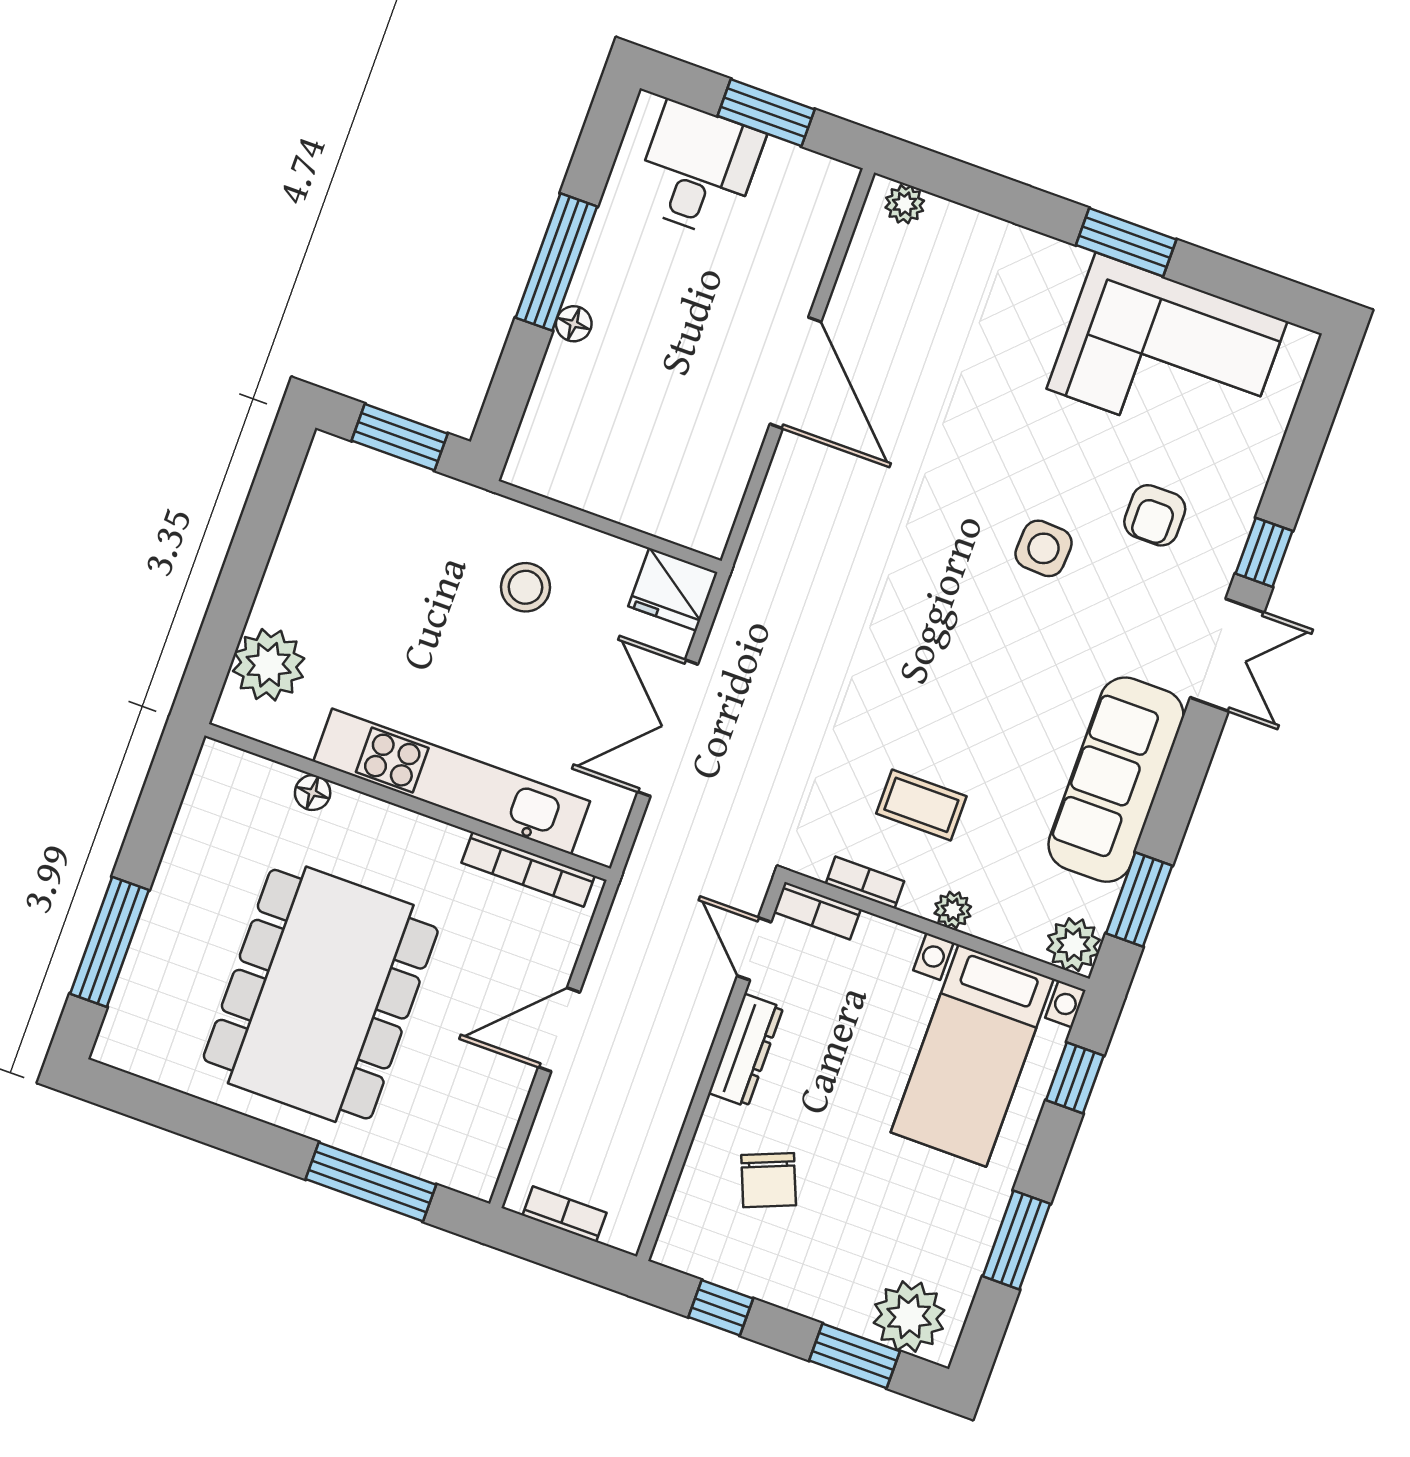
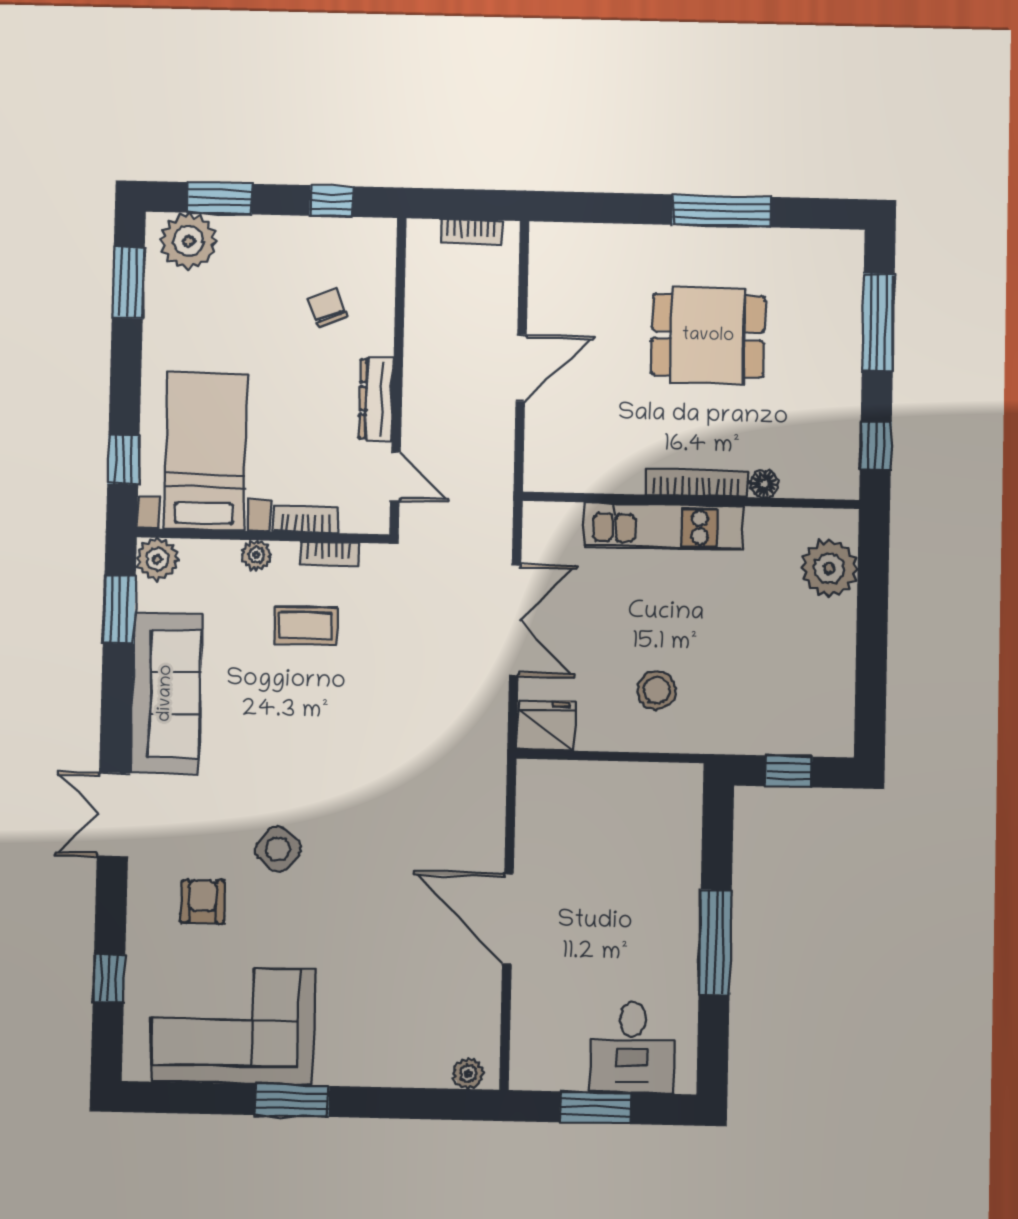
floor lamp: (574, 324) -> (687, 900), removed
window: (400, 437) -> (789, 771), width x0.67
side table: (1044, 548) -> (278, 849), turned 36
window: (1264, 552) -> (109, 978), moved
kitchen unit: (452, 781) -> (663, 527), width x0.73
window: (163, 794) -> (876, 446), added
bookcase: (528, 869) -> (696, 483), moved
bookcase: (817, 911) -> (306, 520), moved
dining table: (321, 994) -> (708, 336), width x0.53, depth x0.80
chair: (769, 1180) -> (327, 308), width x0.73, depth x0.73
window: (371, 1182) -> (722, 211), moved
window: (1016, 1240) -> (128, 283), moved

